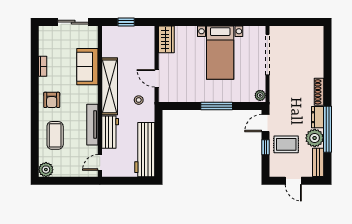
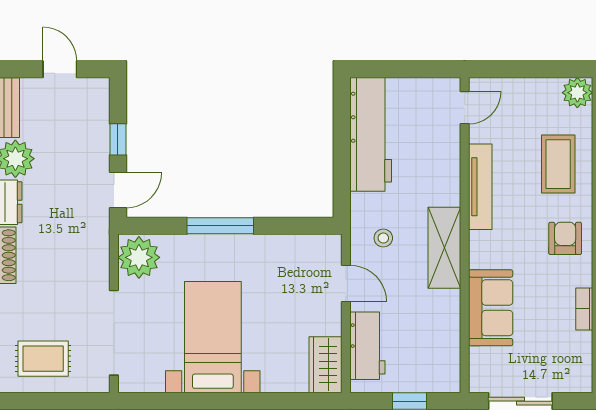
shelving: (110, 86) -> (444, 248), width x0.68
plant: (260, 95) -> (139, 257), width x1.87, depth x1.87
workbench: (110, 132) -> (367, 346), moved, turned 180
rug: (286, 144) -> (43, 359), moved

